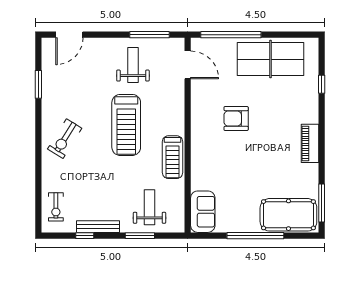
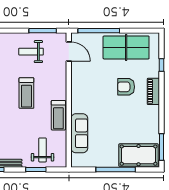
weight bench: (133, 65) -> (31, 52), turned -90
armchair: (236, 118) -> (126, 87), moved
treadmill: (126, 125) -> (26, 93), width x0.73, depth x0.73
piano: (310, 143) -> (153, 91), moved
sofa: (203, 212) -> (79, 133), moved, width x1.36

